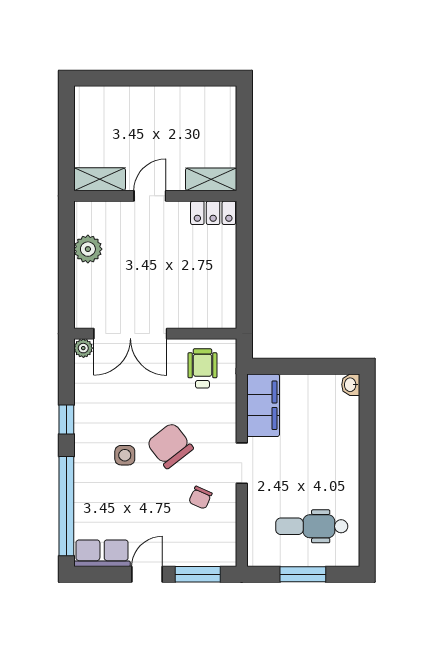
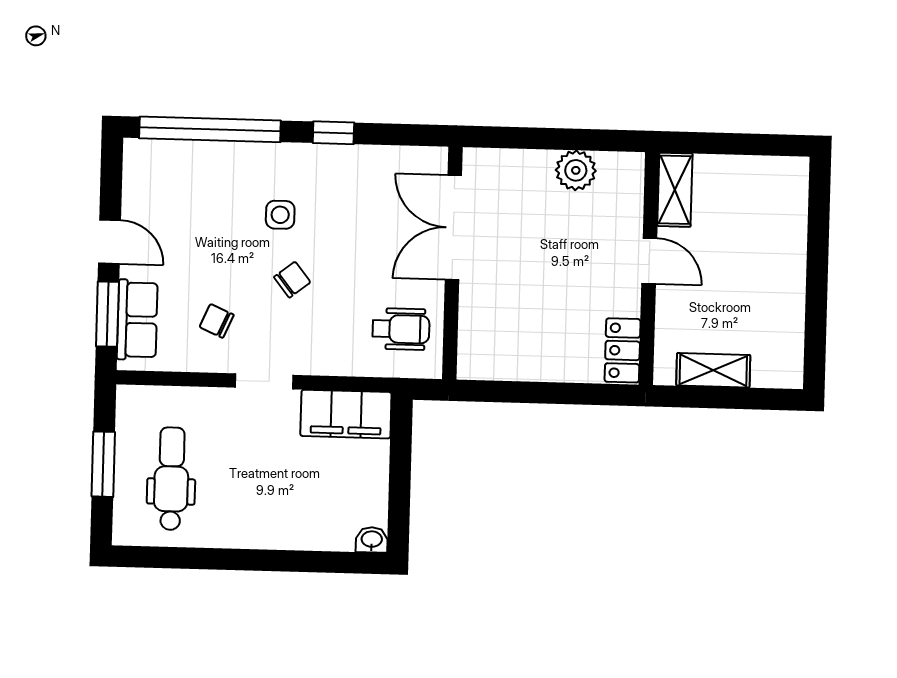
shelving: (211, 179) -> (713, 370), moved, turned 90
plant: (83, 348) -> (435, 160), removed
chair: (170, 446) -> (292, 280), width x0.54, depth x0.54
row of seats: (102, 553) -> (137, 320), moved

